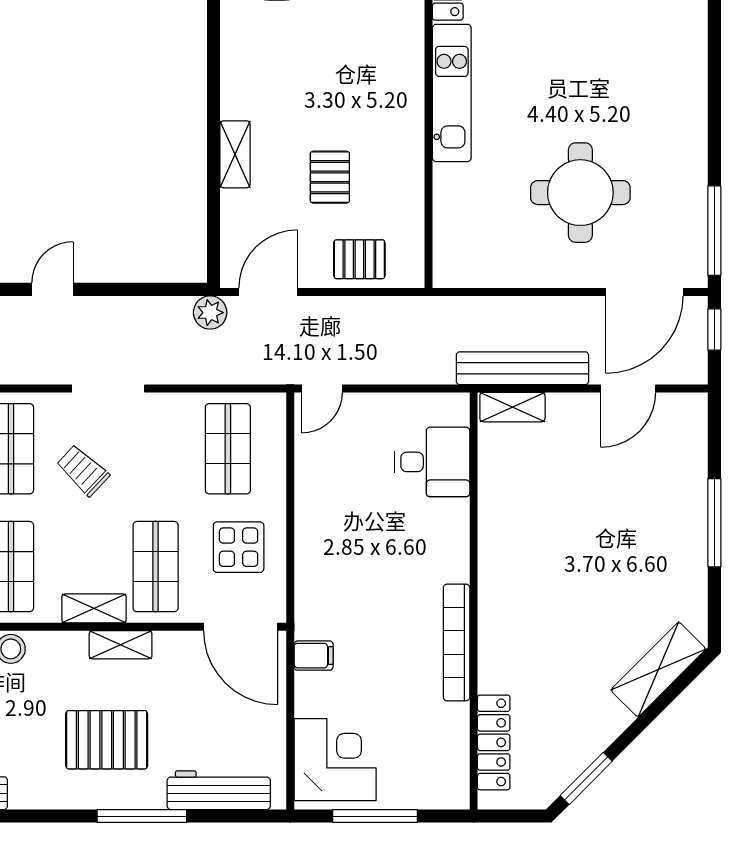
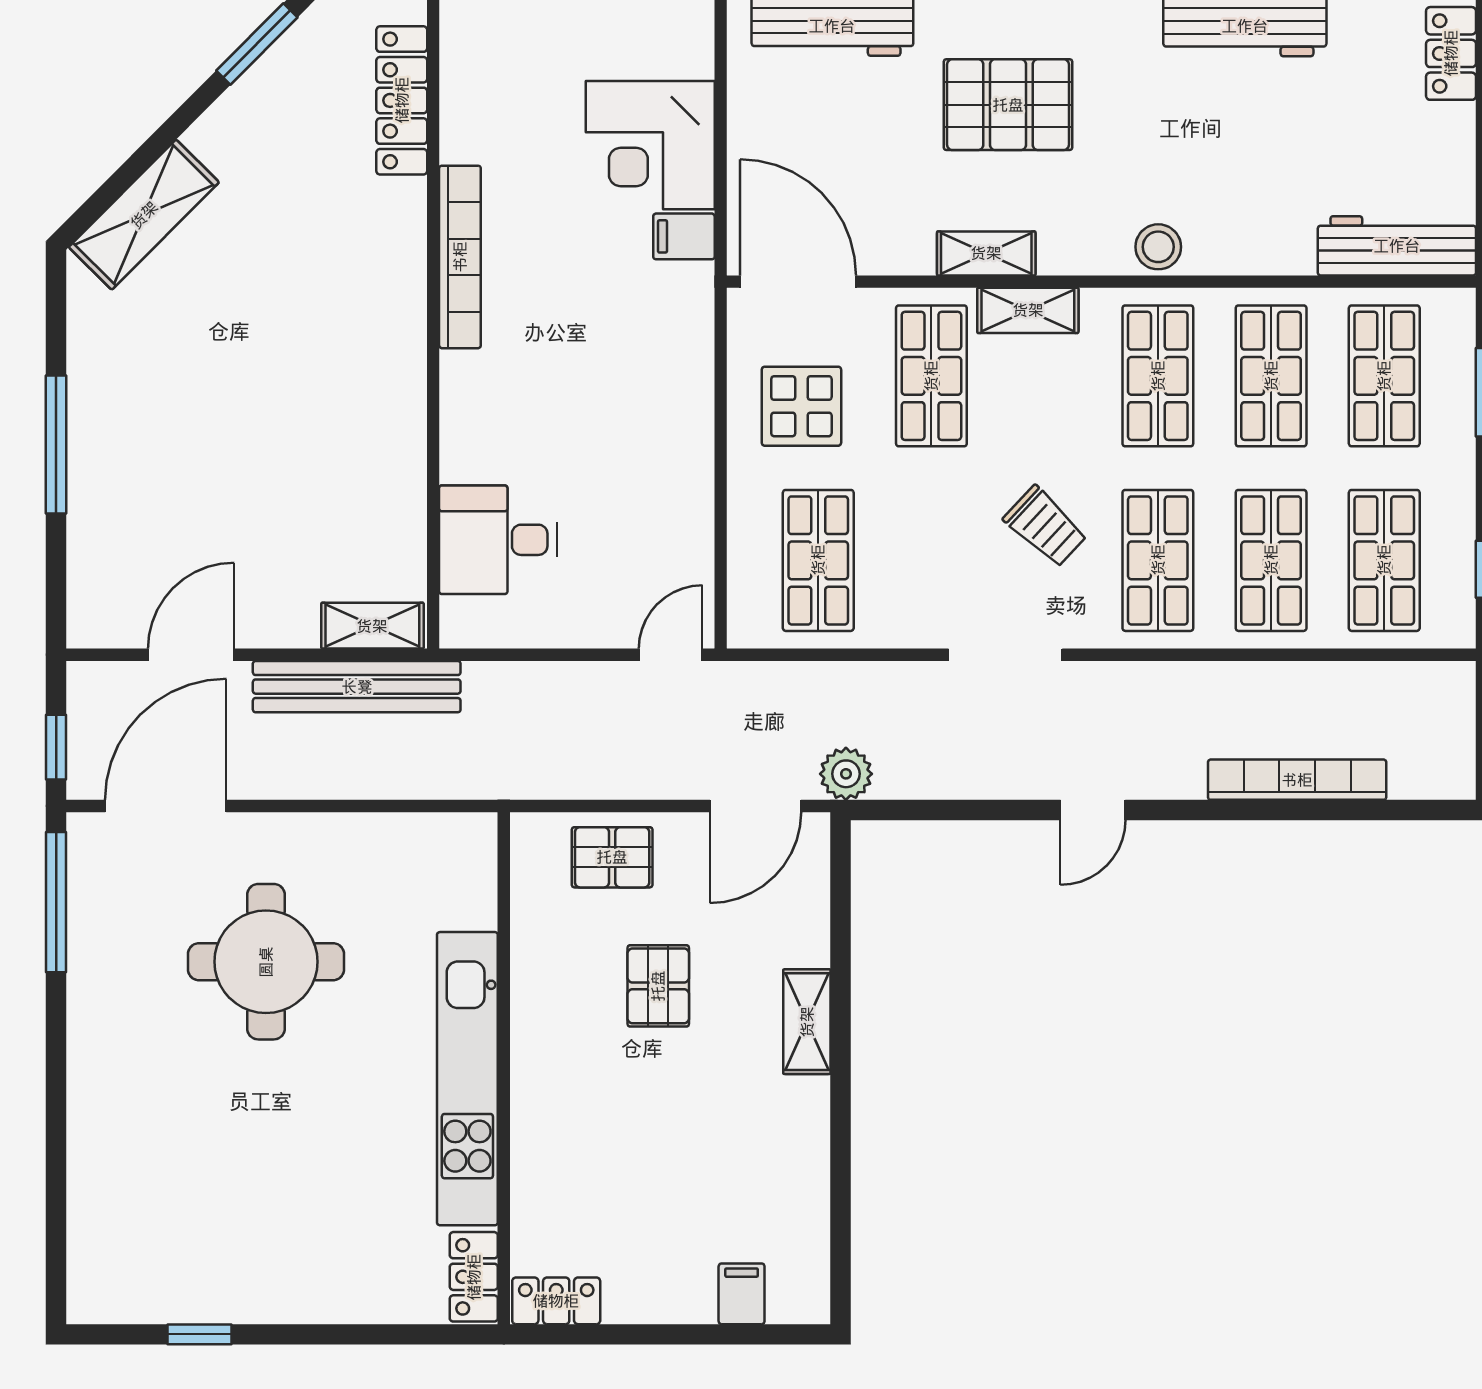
kitchen unit: (452, 93) -> (467, 1079), width x1.36
corner desk: (335, 760) -> (650, 145), moved

